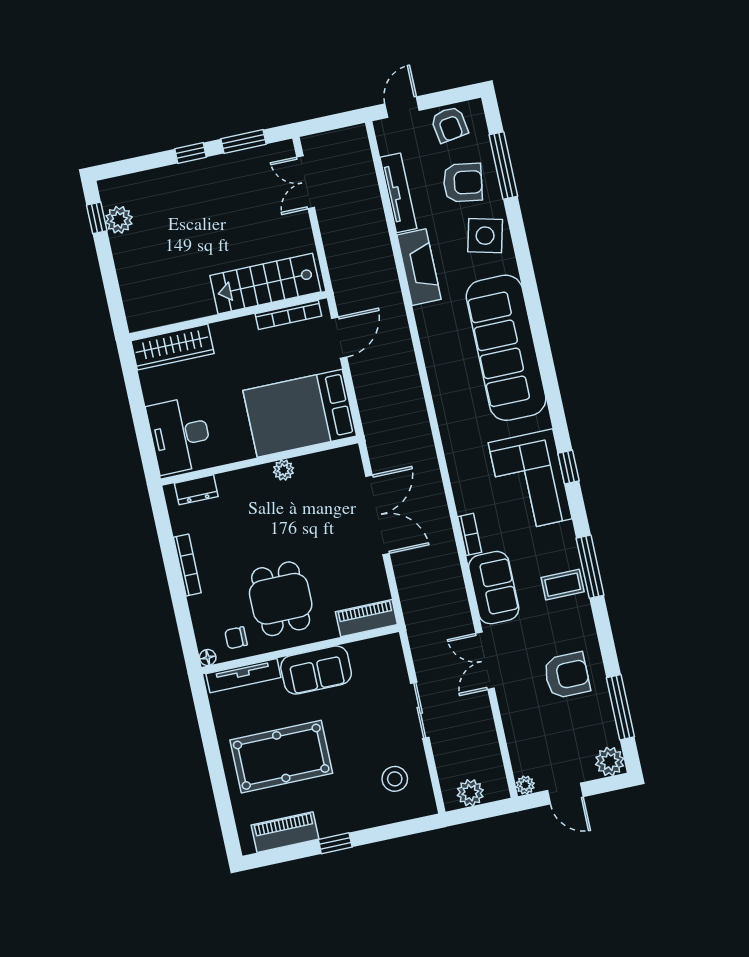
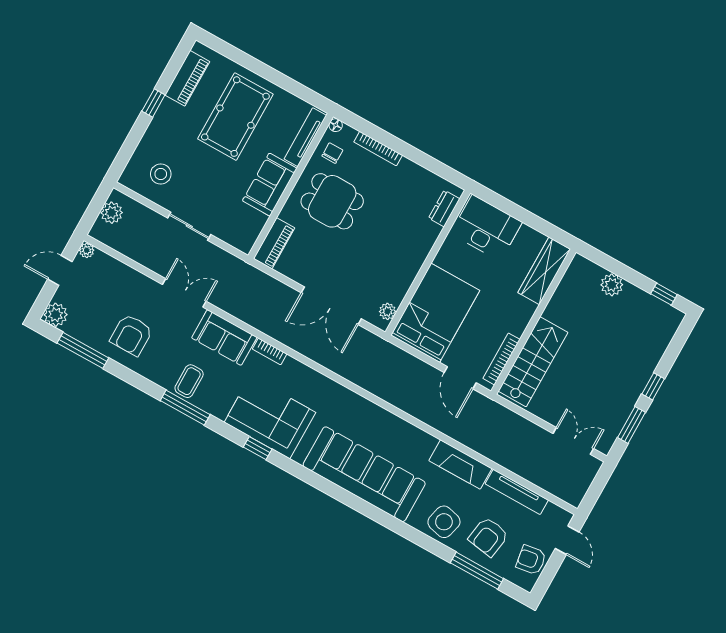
plant: (119, 220) -> (612, 285), moved
plant: (283, 470) -> (387, 311), moved
bookcase: (187, 565) -> (378, 149), moved

